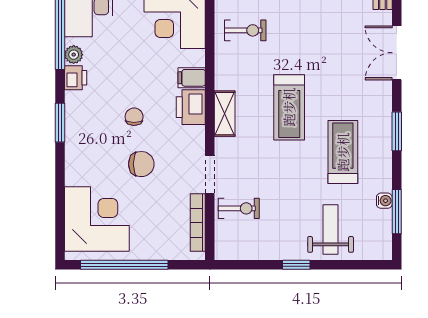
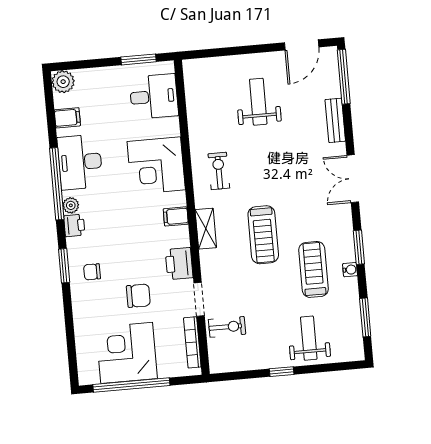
exercise bike: (245, 30) -> (219, 171), turned -90
printer: (191, 107) -> (179, 264), moved
shelving: (225, 114) -> (206, 229), moved
chair: (134, 117) -> (92, 272), moved, turned -90
water cooler: (384, 201) -> (350, 270), moved
corner desk: (97, 219) -> (127, 353), moved, turned -90

